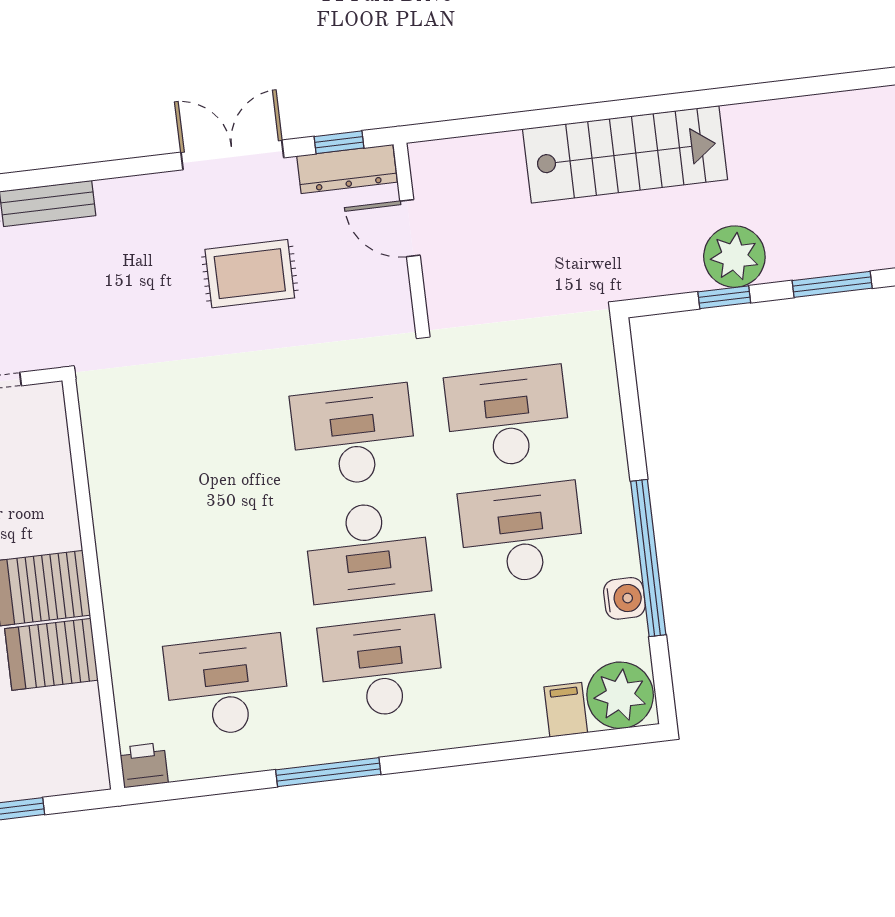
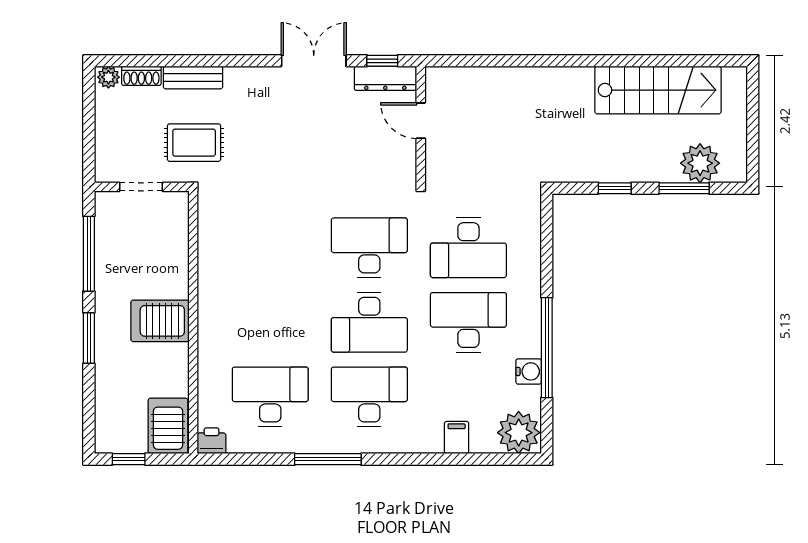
stairs: (625, 154) -> (658, 90), moved
plant: (734, 257) -> (700, 163), moved
rug: (250, 274) -> (194, 143), moved
desk: (508, 417) -> (468, 248), turned 180
server rack: (51, 654) -> (168, 426), moved, turned 90
filing cabinet: (566, 710) -> (457, 438), moved

